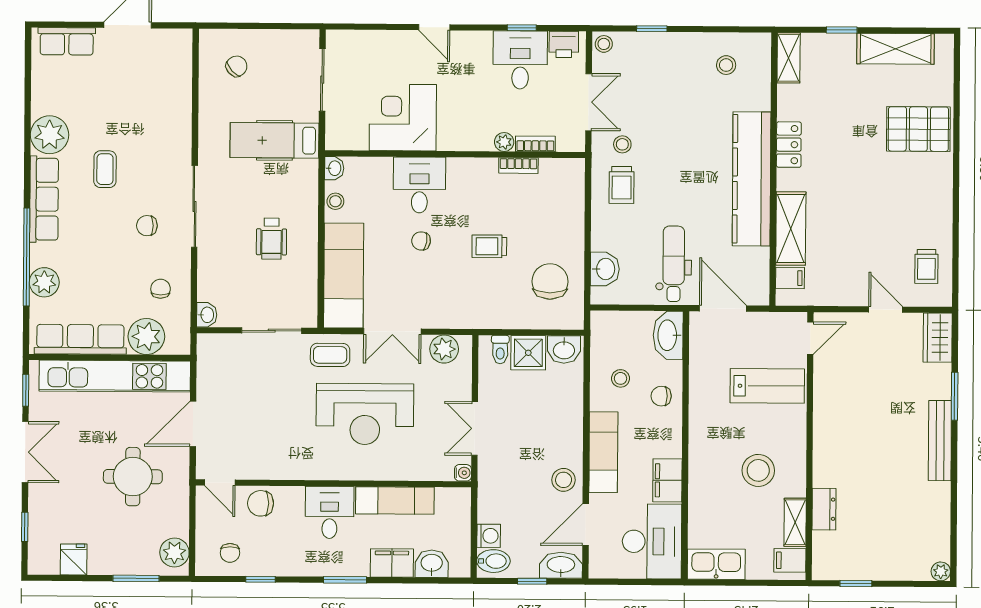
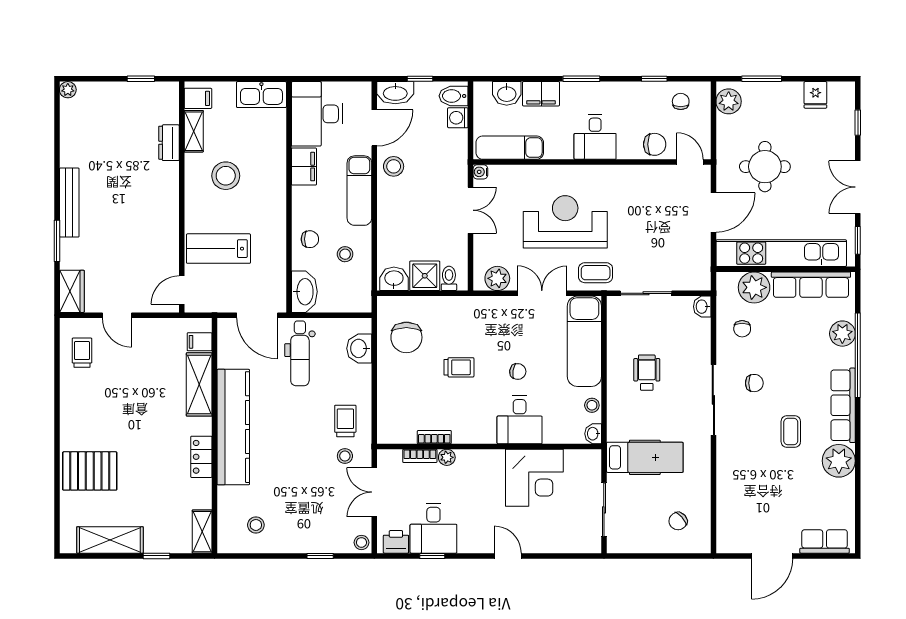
exam couch: (395, 500) -> (510, 148), moved

